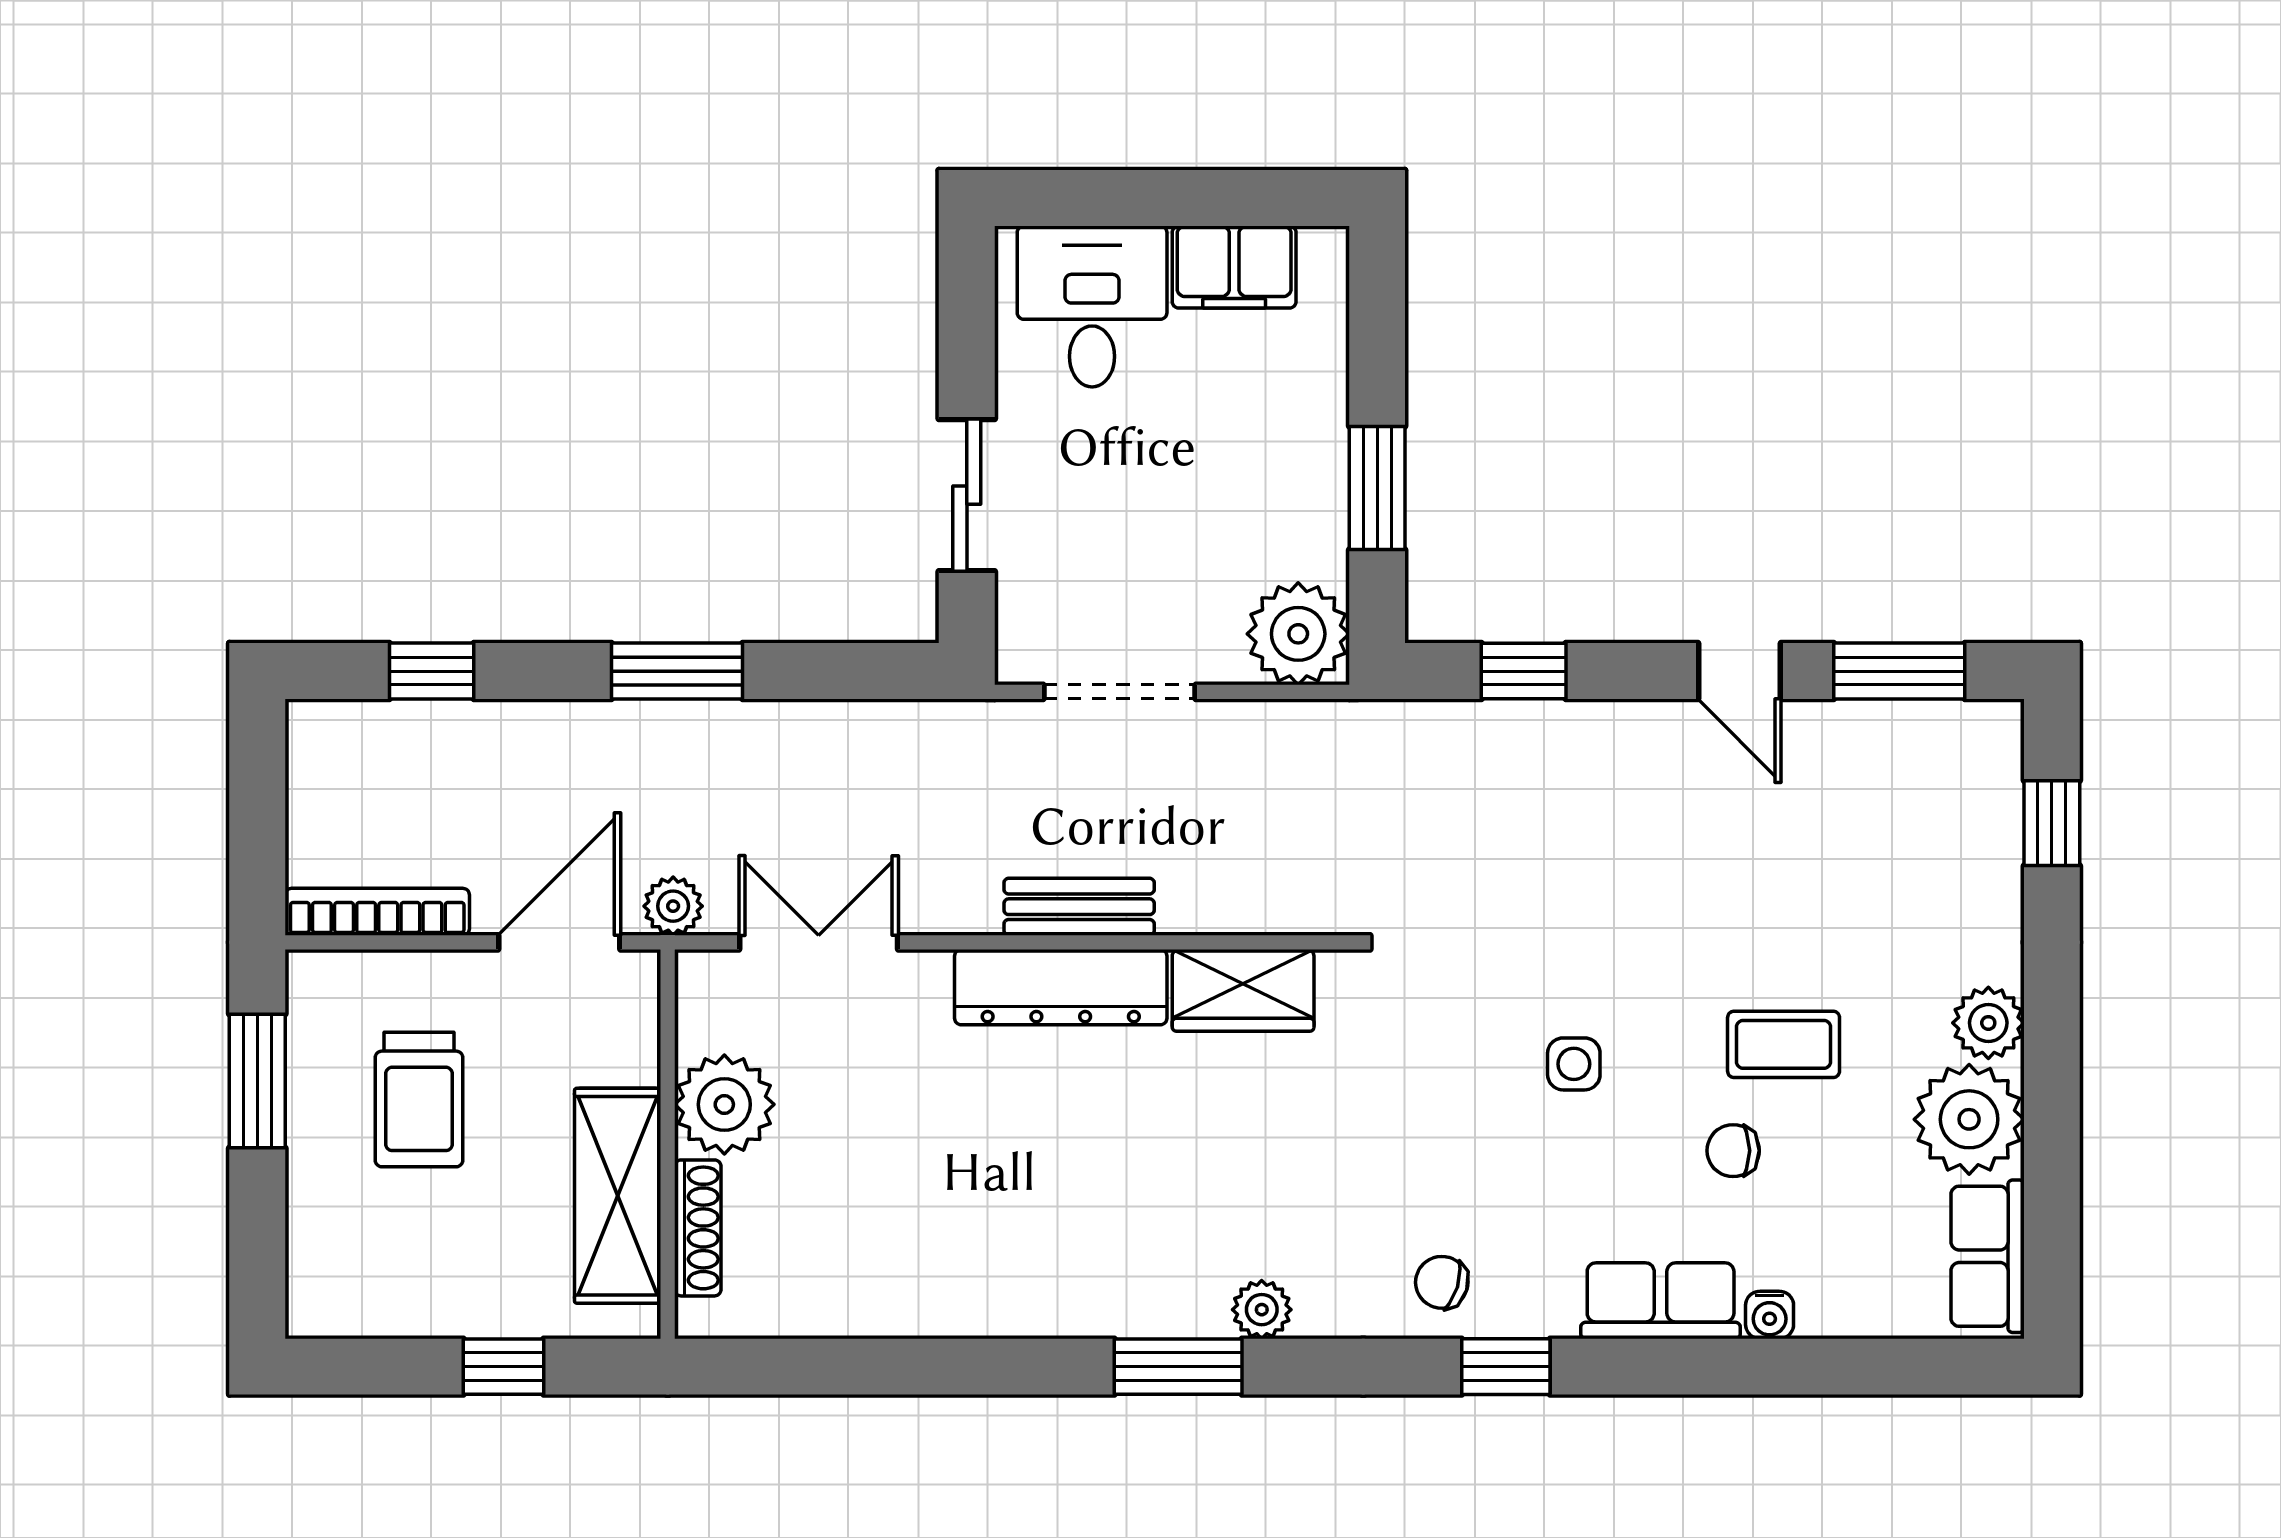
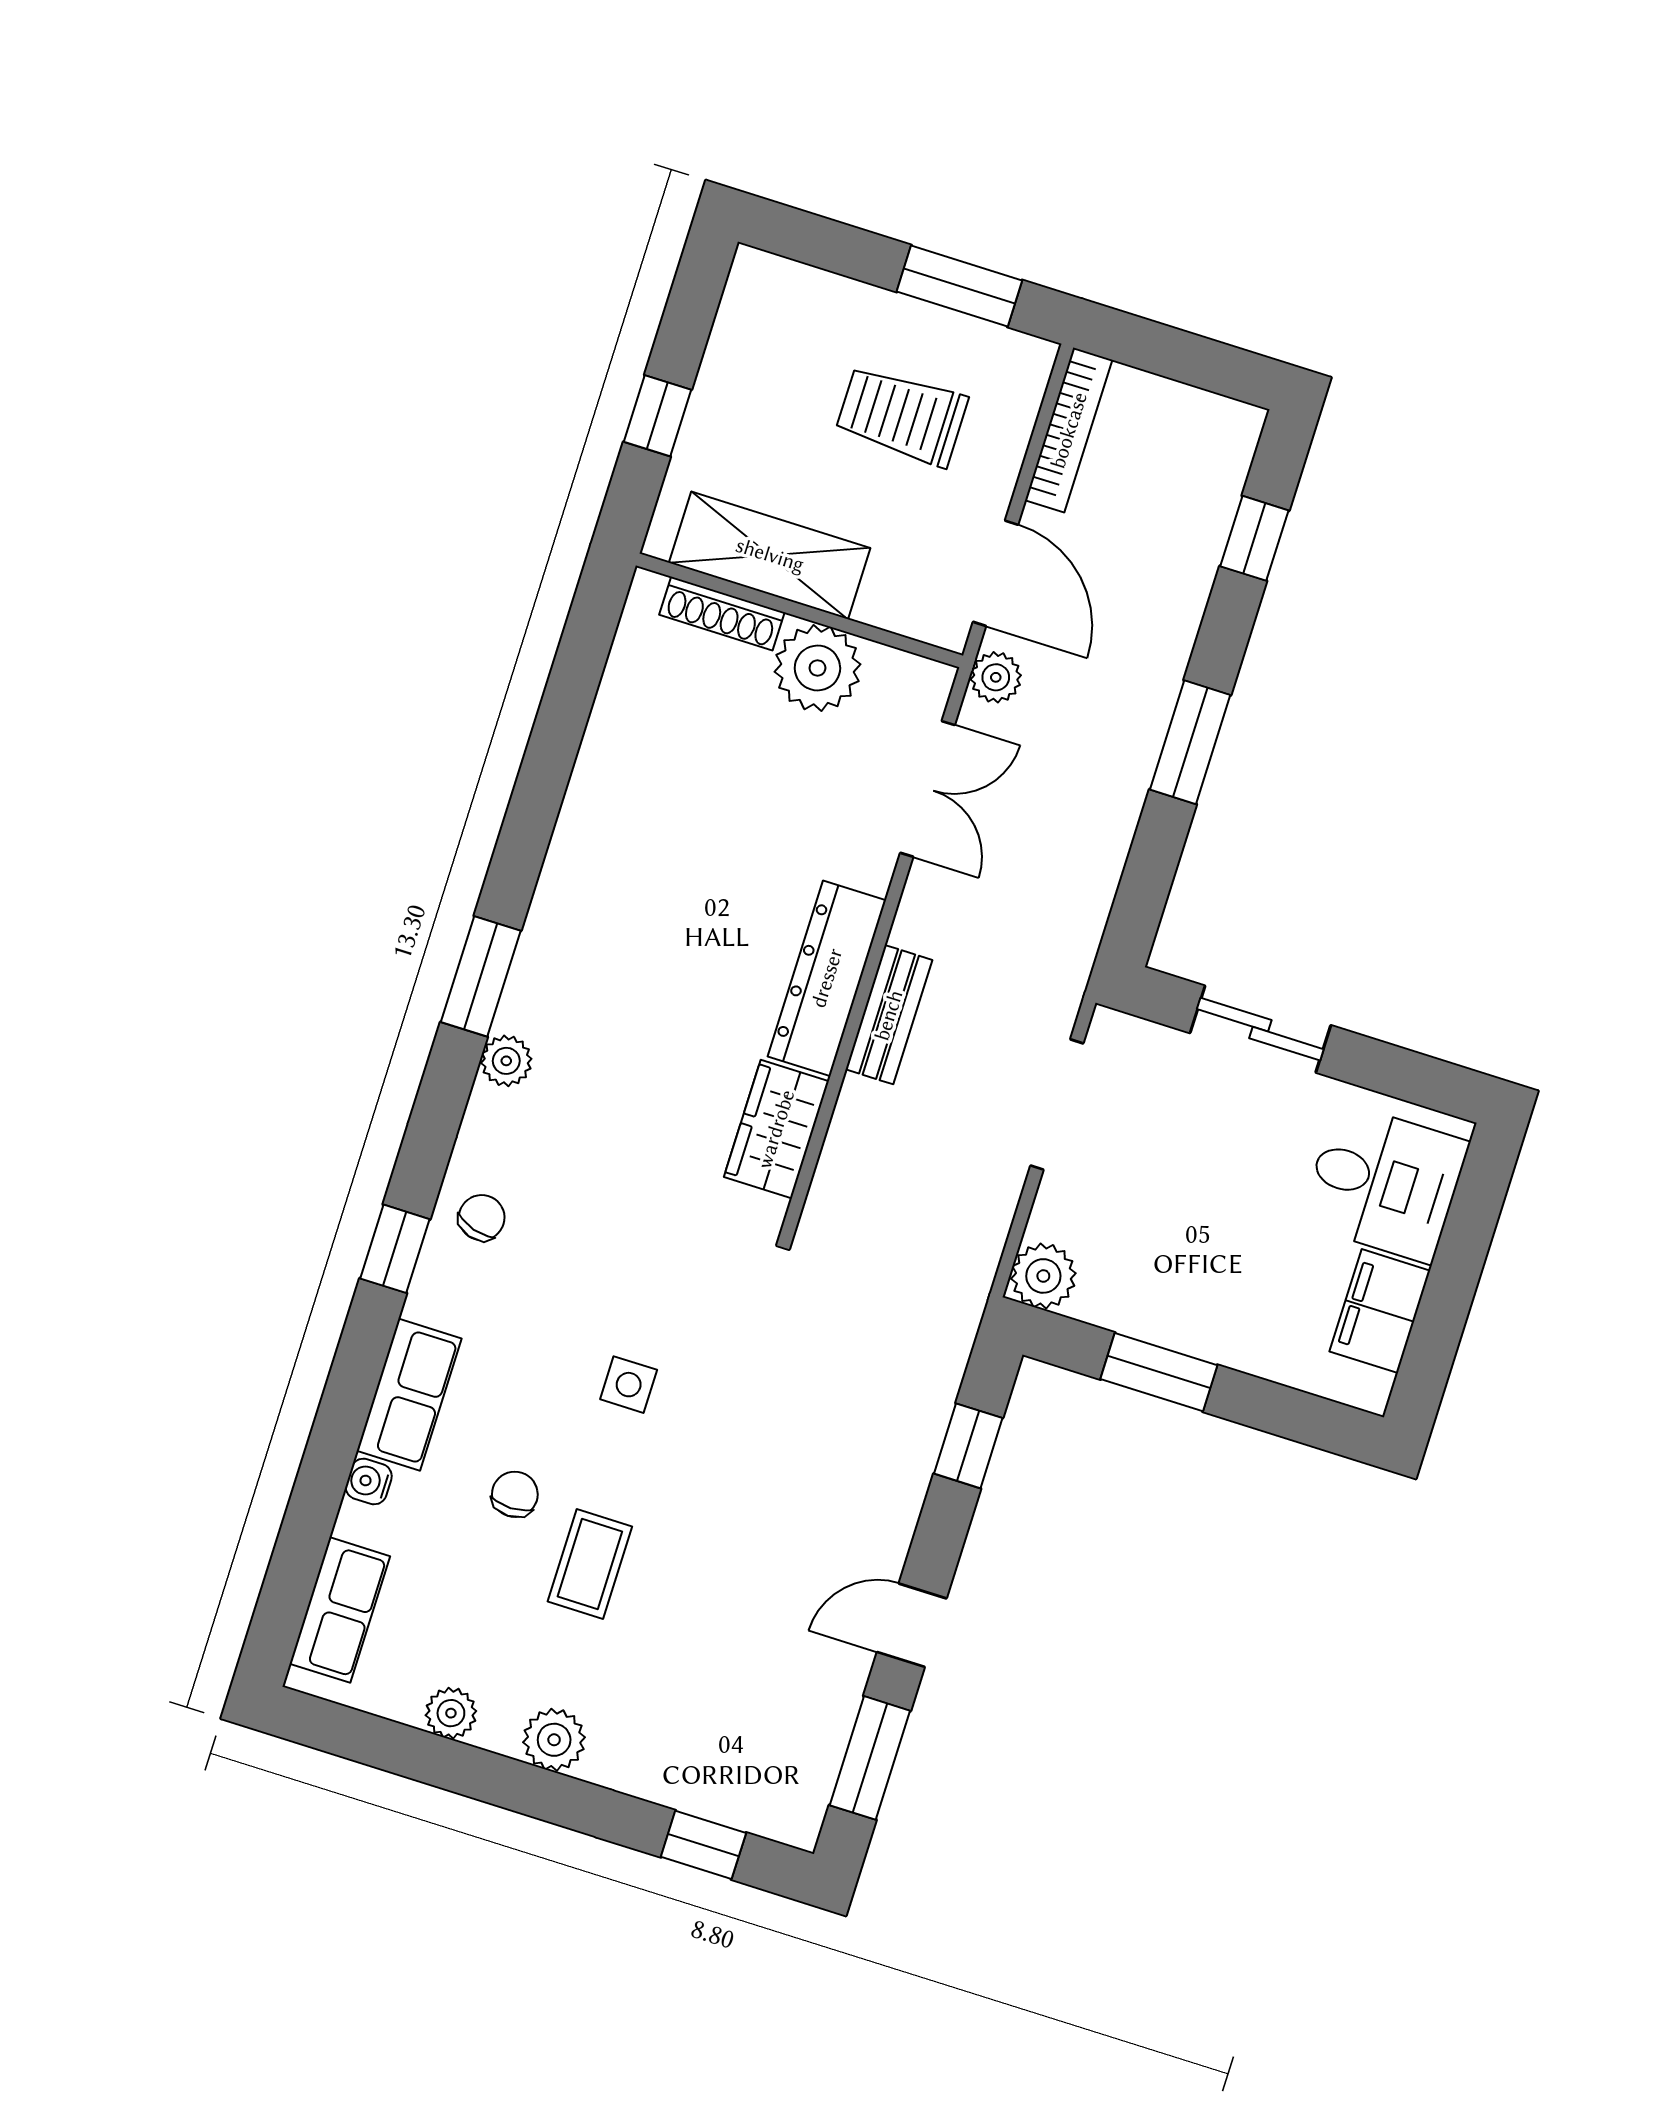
plant: (1298, 634) -> (1043, 1276), width x0.73, depth x0.73
plant: (1969, 1119) -> (451, 1713), width x0.53, depth x0.53
row of seats: (1988, 1256) -> (340, 1610), moved, turned 90

